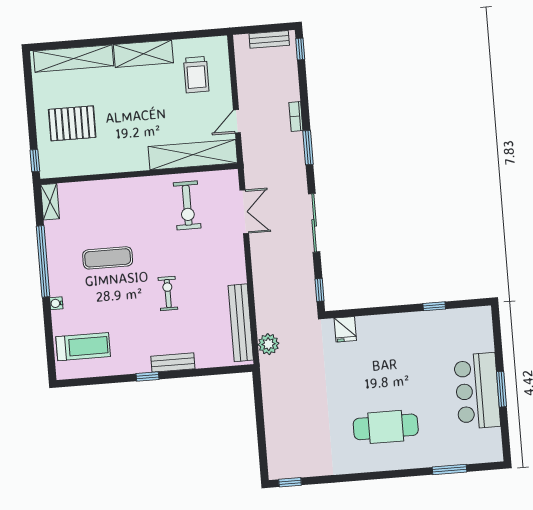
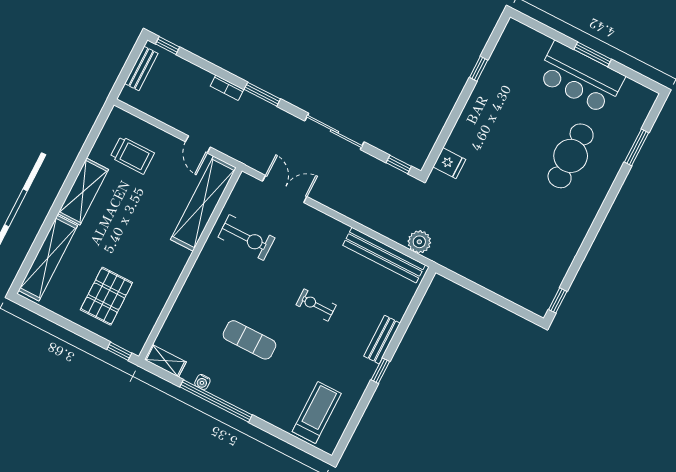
exercise mat: (108, 258) -> (249, 340), turned 90
water cooler: (56, 303) -> (202, 382), moved
cafe table: (386, 427) -> (571, 156), moved

